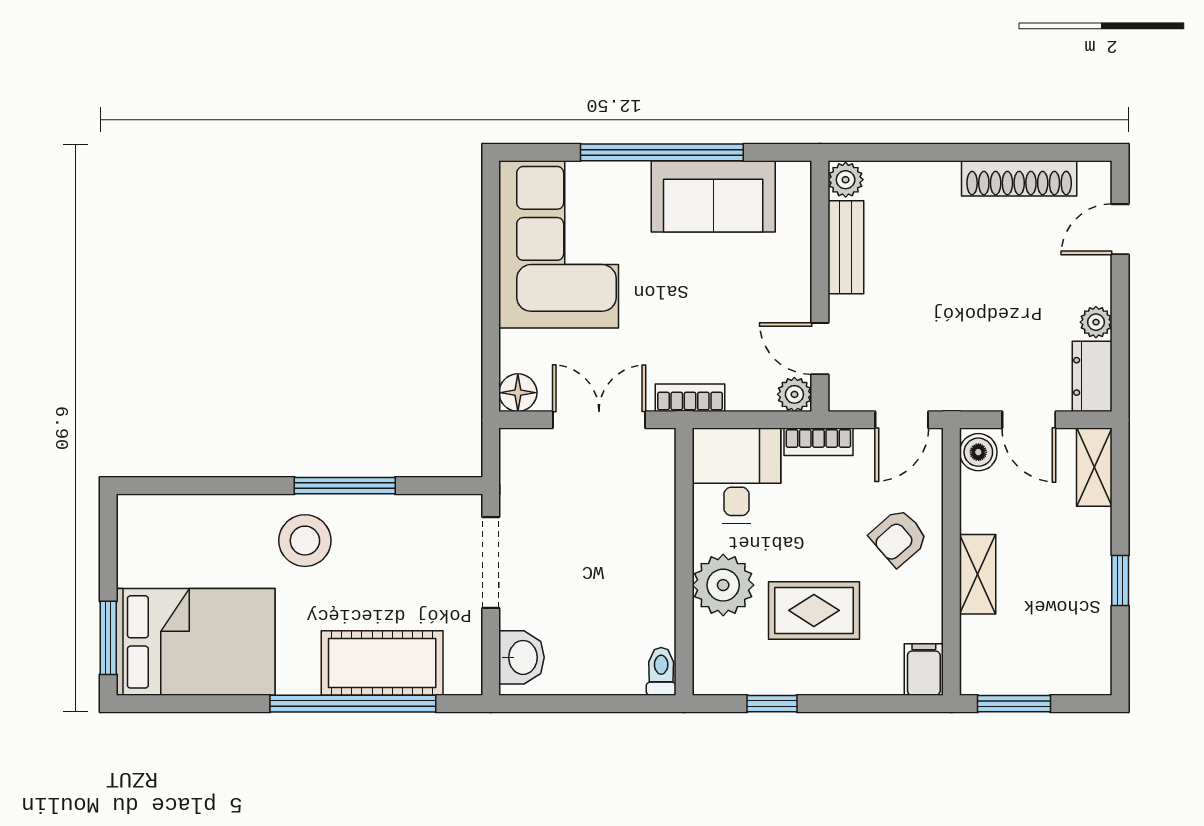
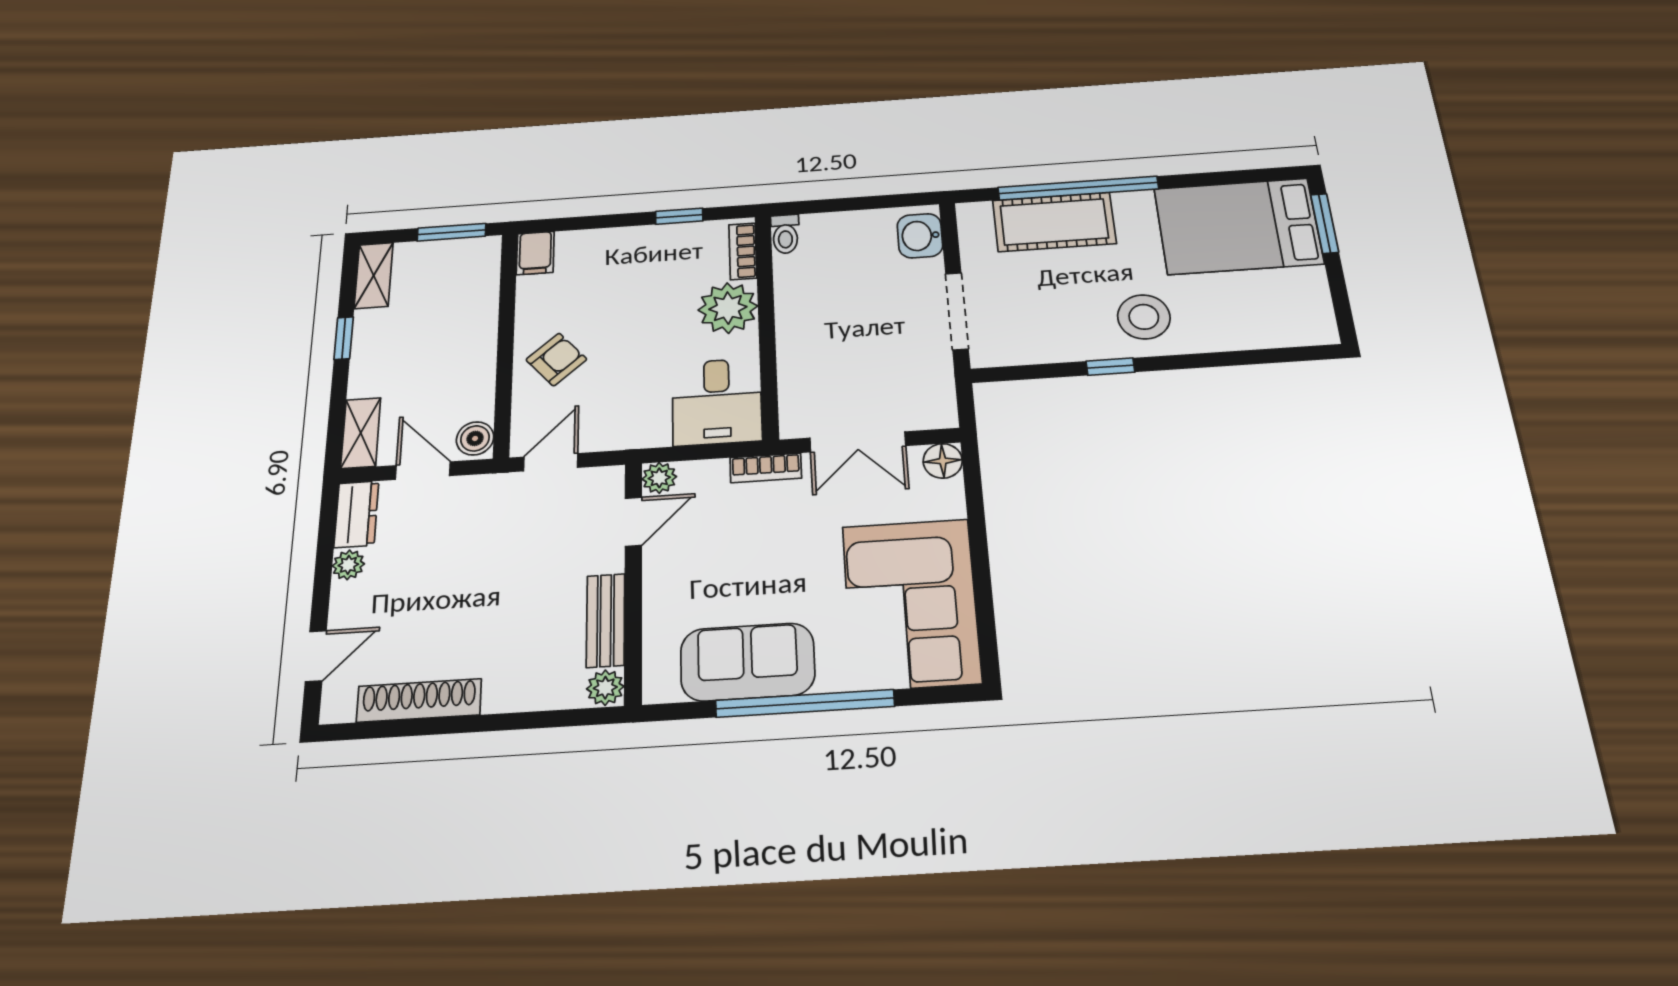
door: (820, 349) -> (633, 522), hinge flipped
bookcase: (818, 442) -> (743, 251), moved, turned -90
window: (345, 486) -> (1110, 367), width x0.46
shelving: (978, 574) -> (374, 275), moved
rug: (814, 610) -> (639, 293), removed

